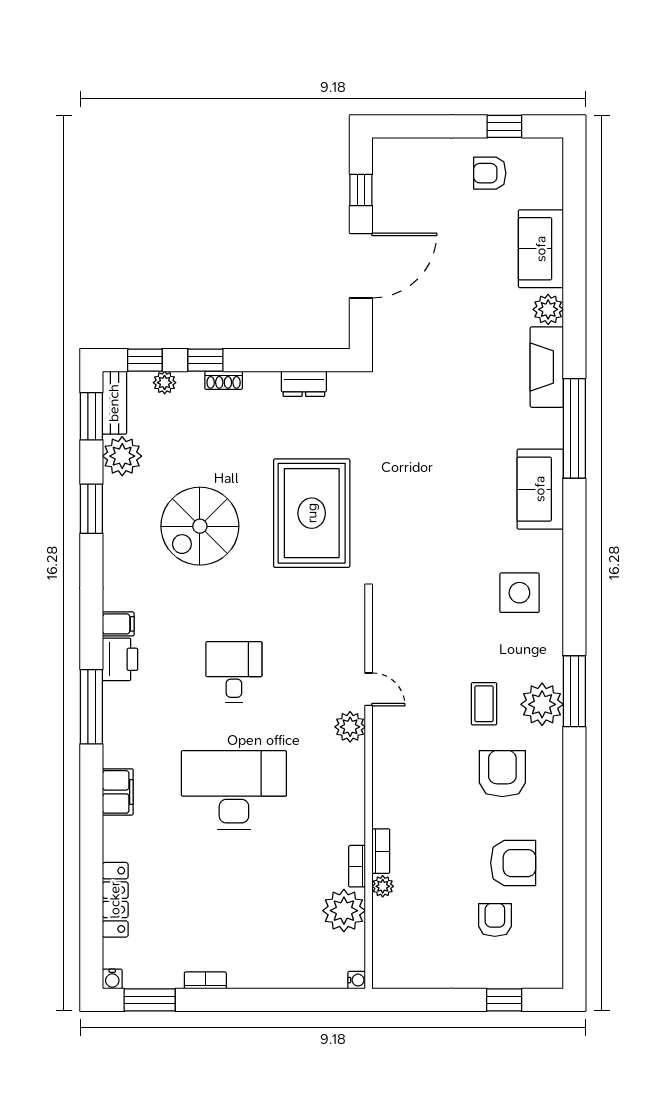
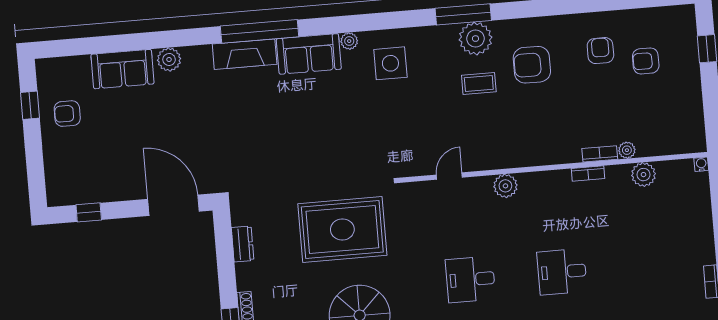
armchair: (490, 173) -> (67, 114), turned 90
door: (361, 266) -> (173, 205), moved
fireplace: (547, 367) -> (245, 54), moved
plant: (552, 542) -> (349, 41), added
door: (369, 689) -> (449, 176), moved
desk: (234, 790) -> (562, 272), width x0.53, depth x0.77
armchair: (513, 863) -> (600, 51), width x0.72, depth x0.72
bookcase: (357, 866) -> (588, 173), moved
plant: (344, 911) -> (643, 175), width x0.73, depth x0.73

